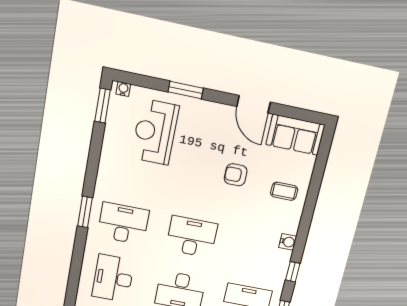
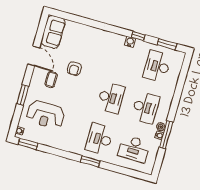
door: (254, 104) -> (34, 56), hinge flipped
coffee table: (284, 191) -> (51, 80), moved
desk: (192, 237) -> (111, 98), turned 180
water cooler: (288, 242) -> (130, 42), moved

